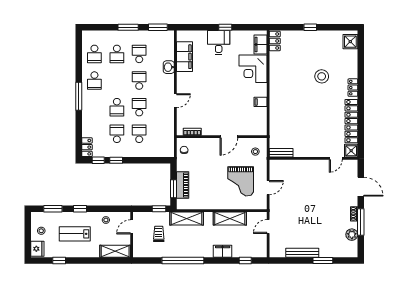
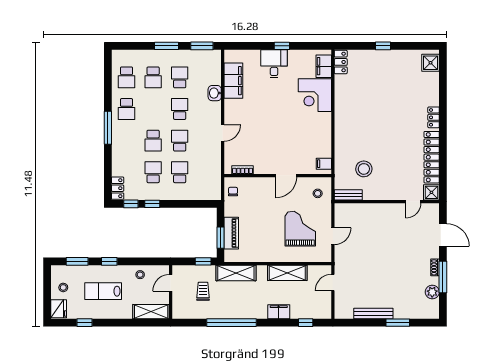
stool: (322, 76) -> (364, 169), moved
filing cabinet: (261, 102) -> (324, 164), moved
grand piano: (241, 181) -> (300, 229), turned 180

